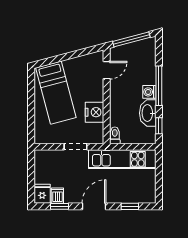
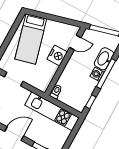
nightstand: (95, 112) -> (57, 55), moved
washbasin: (148, 113) -> (104, 59), moved
doorway: (75, 147) -> (14, 79), moved

